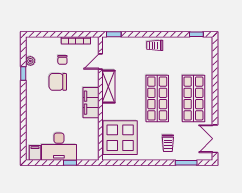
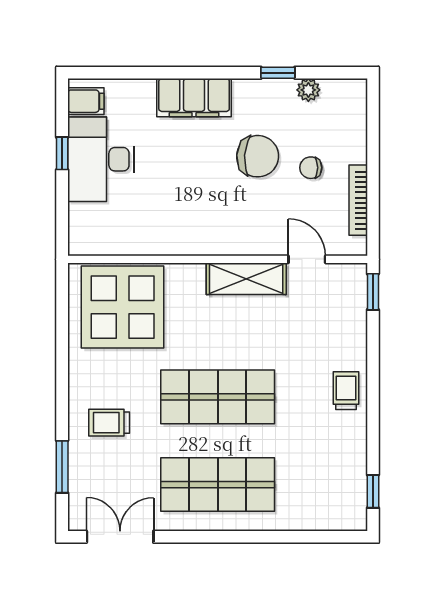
chair: (58, 82) -> (258, 156), turned 94
filing cabinet: (91, 103) -> (194, 98), moved, turned 180
window: (70, 163) -> (62, 153), moved

